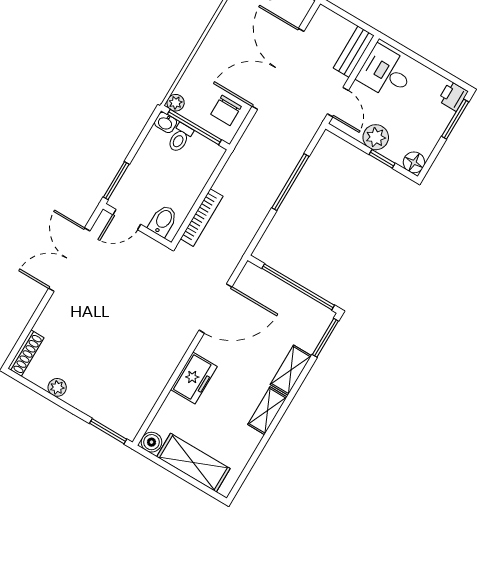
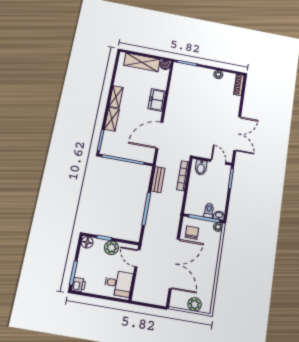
bench: (354, 52) -> (158, 180), moved
door: (127, 220) -> (218, 162), hinge flipped

